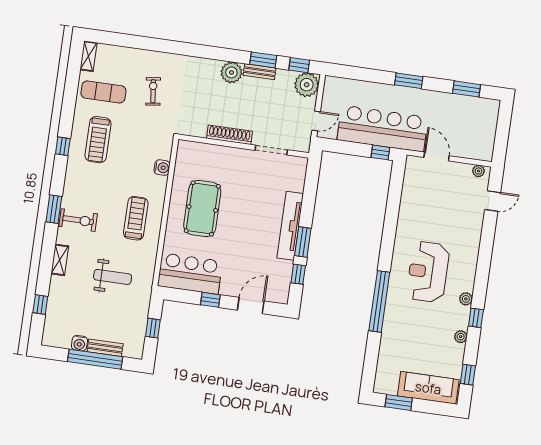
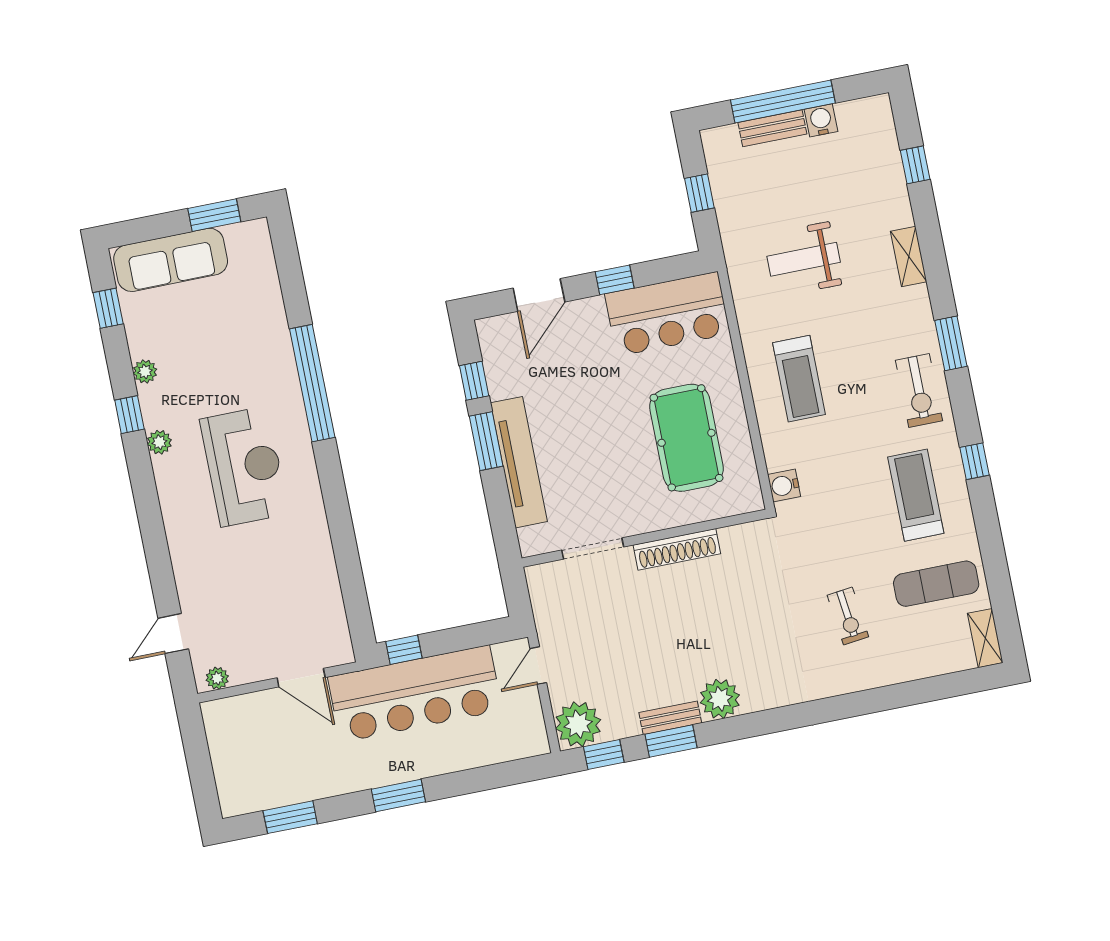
shoe rack: (229, 135) -> (677, 549), moved
wall: (244, 146) -> (644, 538), moved
doorway: (271, 150) -> (593, 549), moved
exercise bike: (78, 220) -> (919, 391), moved, turned -90

